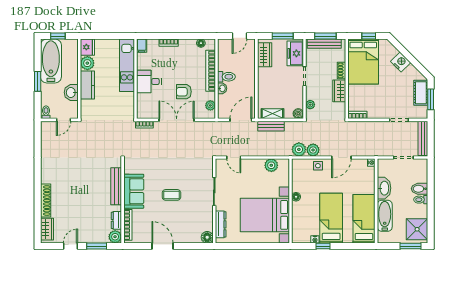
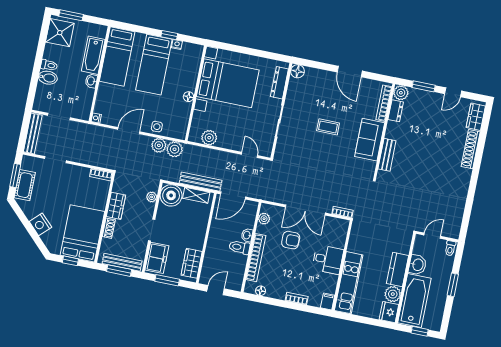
bathtub: (51, 61) -> (414, 300), moved, turned 180
boiler: (298, 114) -> (171, 195), width x1.86, depth x1.86
bench: (271, 126) -> (201, 182), width x1.36
bench: (116, 186) -> (387, 155), width x0.73
washbasin: (384, 188) -> (91, 81), width x0.52, depth x0.69

